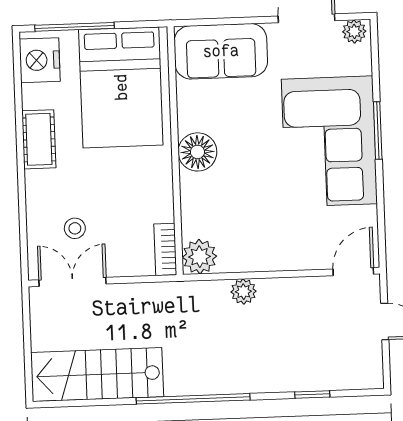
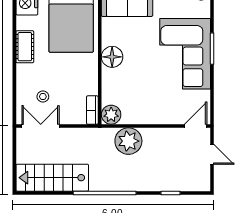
plant: (243, 292) -> (128, 141), width x1.88, depth x1.88

